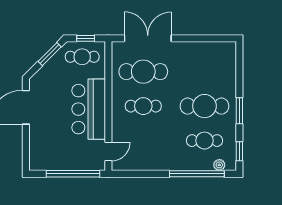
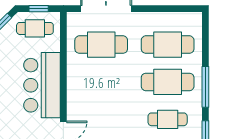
cafe table: (143, 106) -> (168, 45), moved, width x1.37, depth x1.35
window: (239, 111) -> (205, 87), width x1.44

